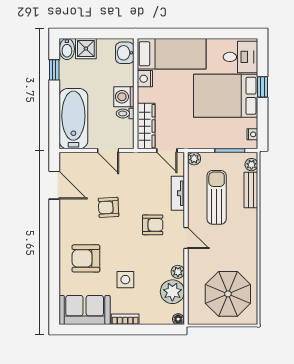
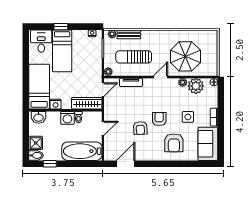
bed: (226, 96) -> (62, 51), width x0.67
armchair: (153, 225) -> (159, 119), moved
parasol: (228, 294) -> (185, 56), moved

